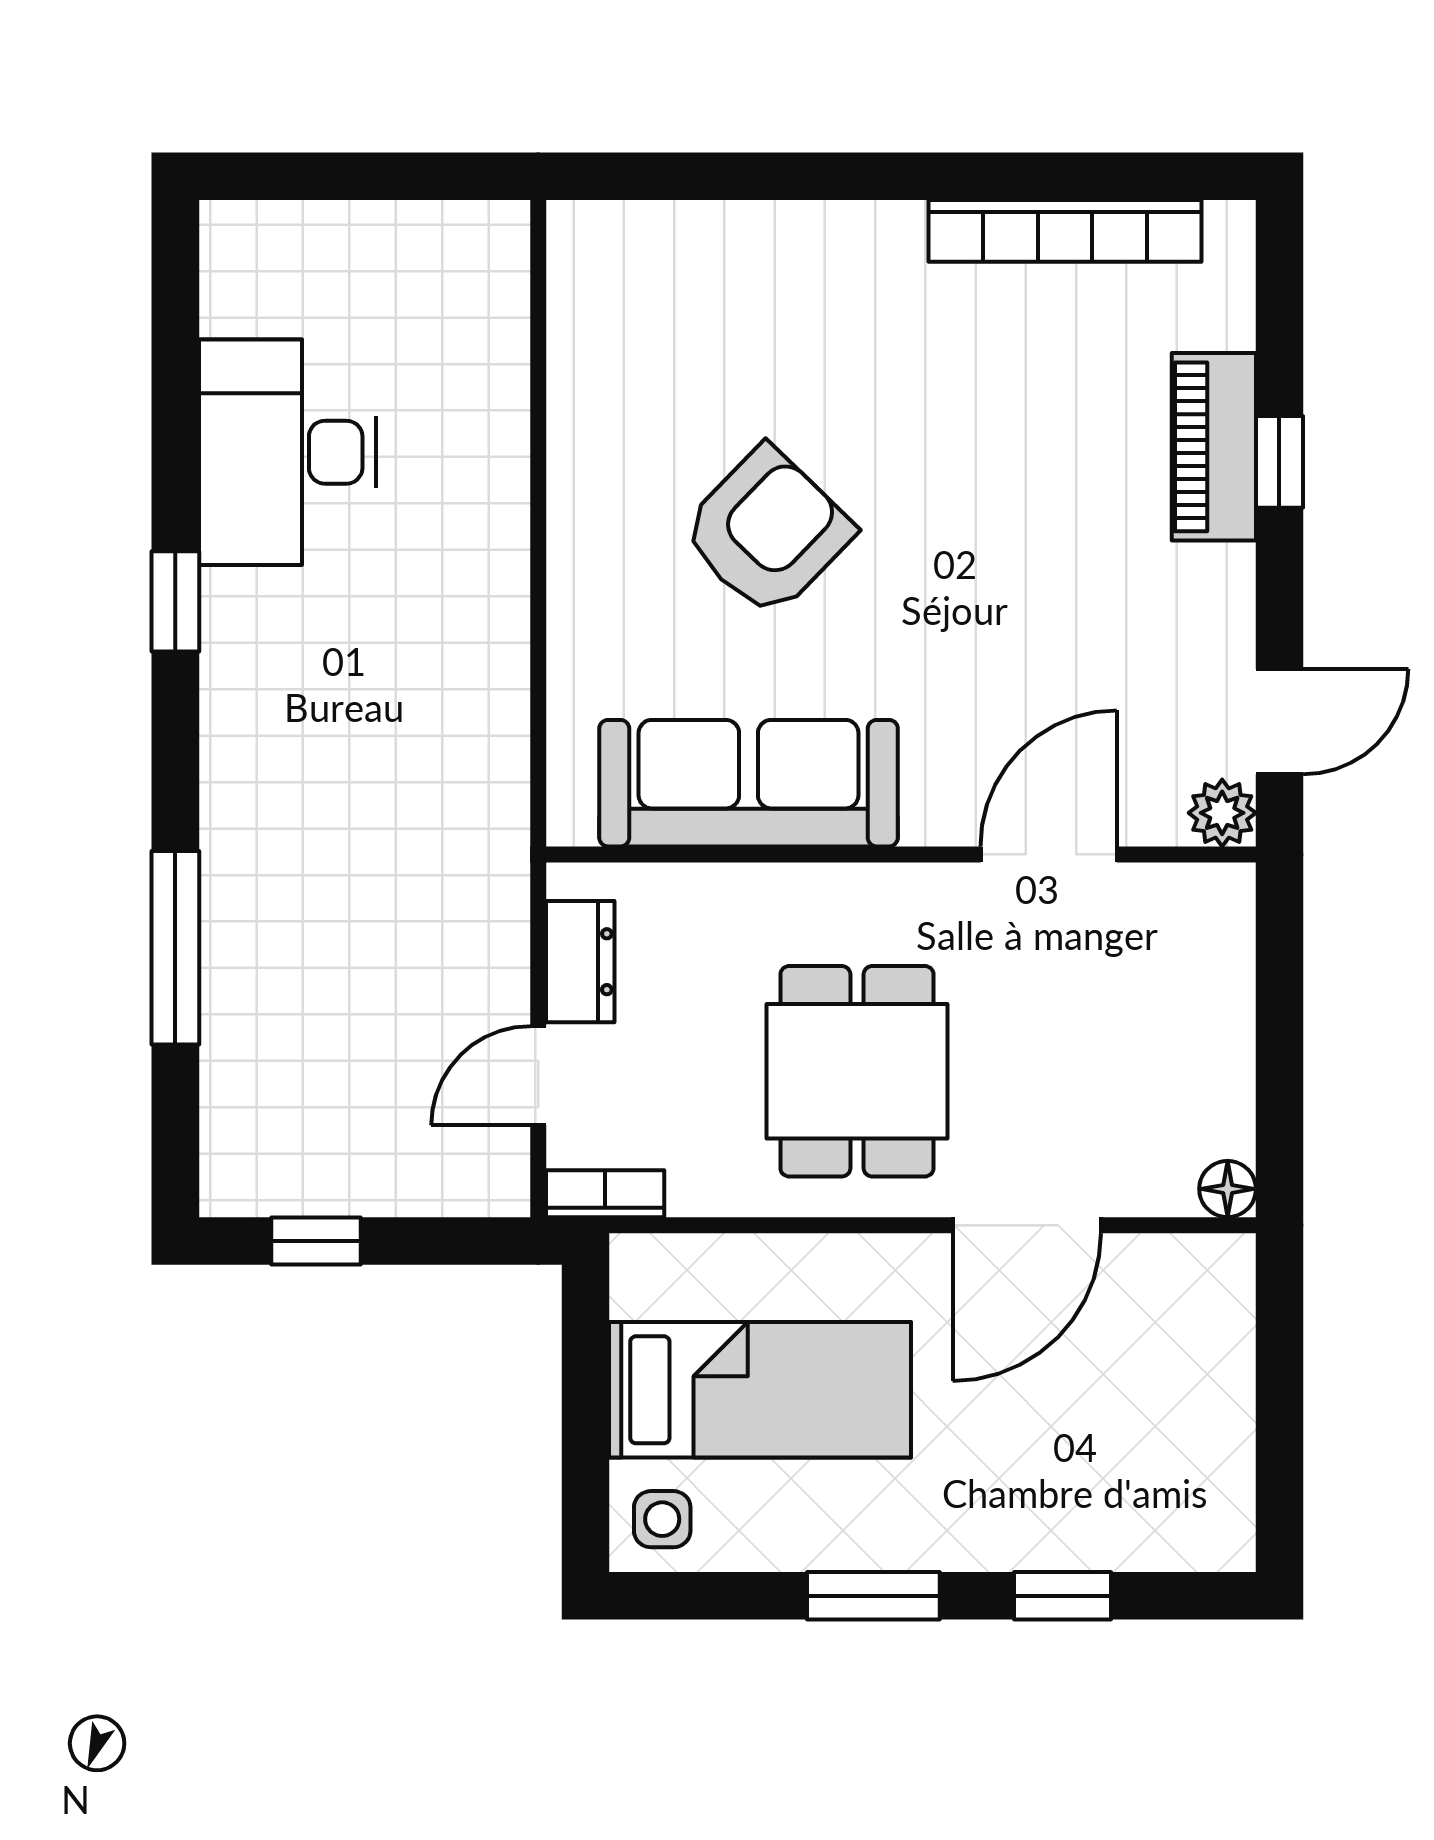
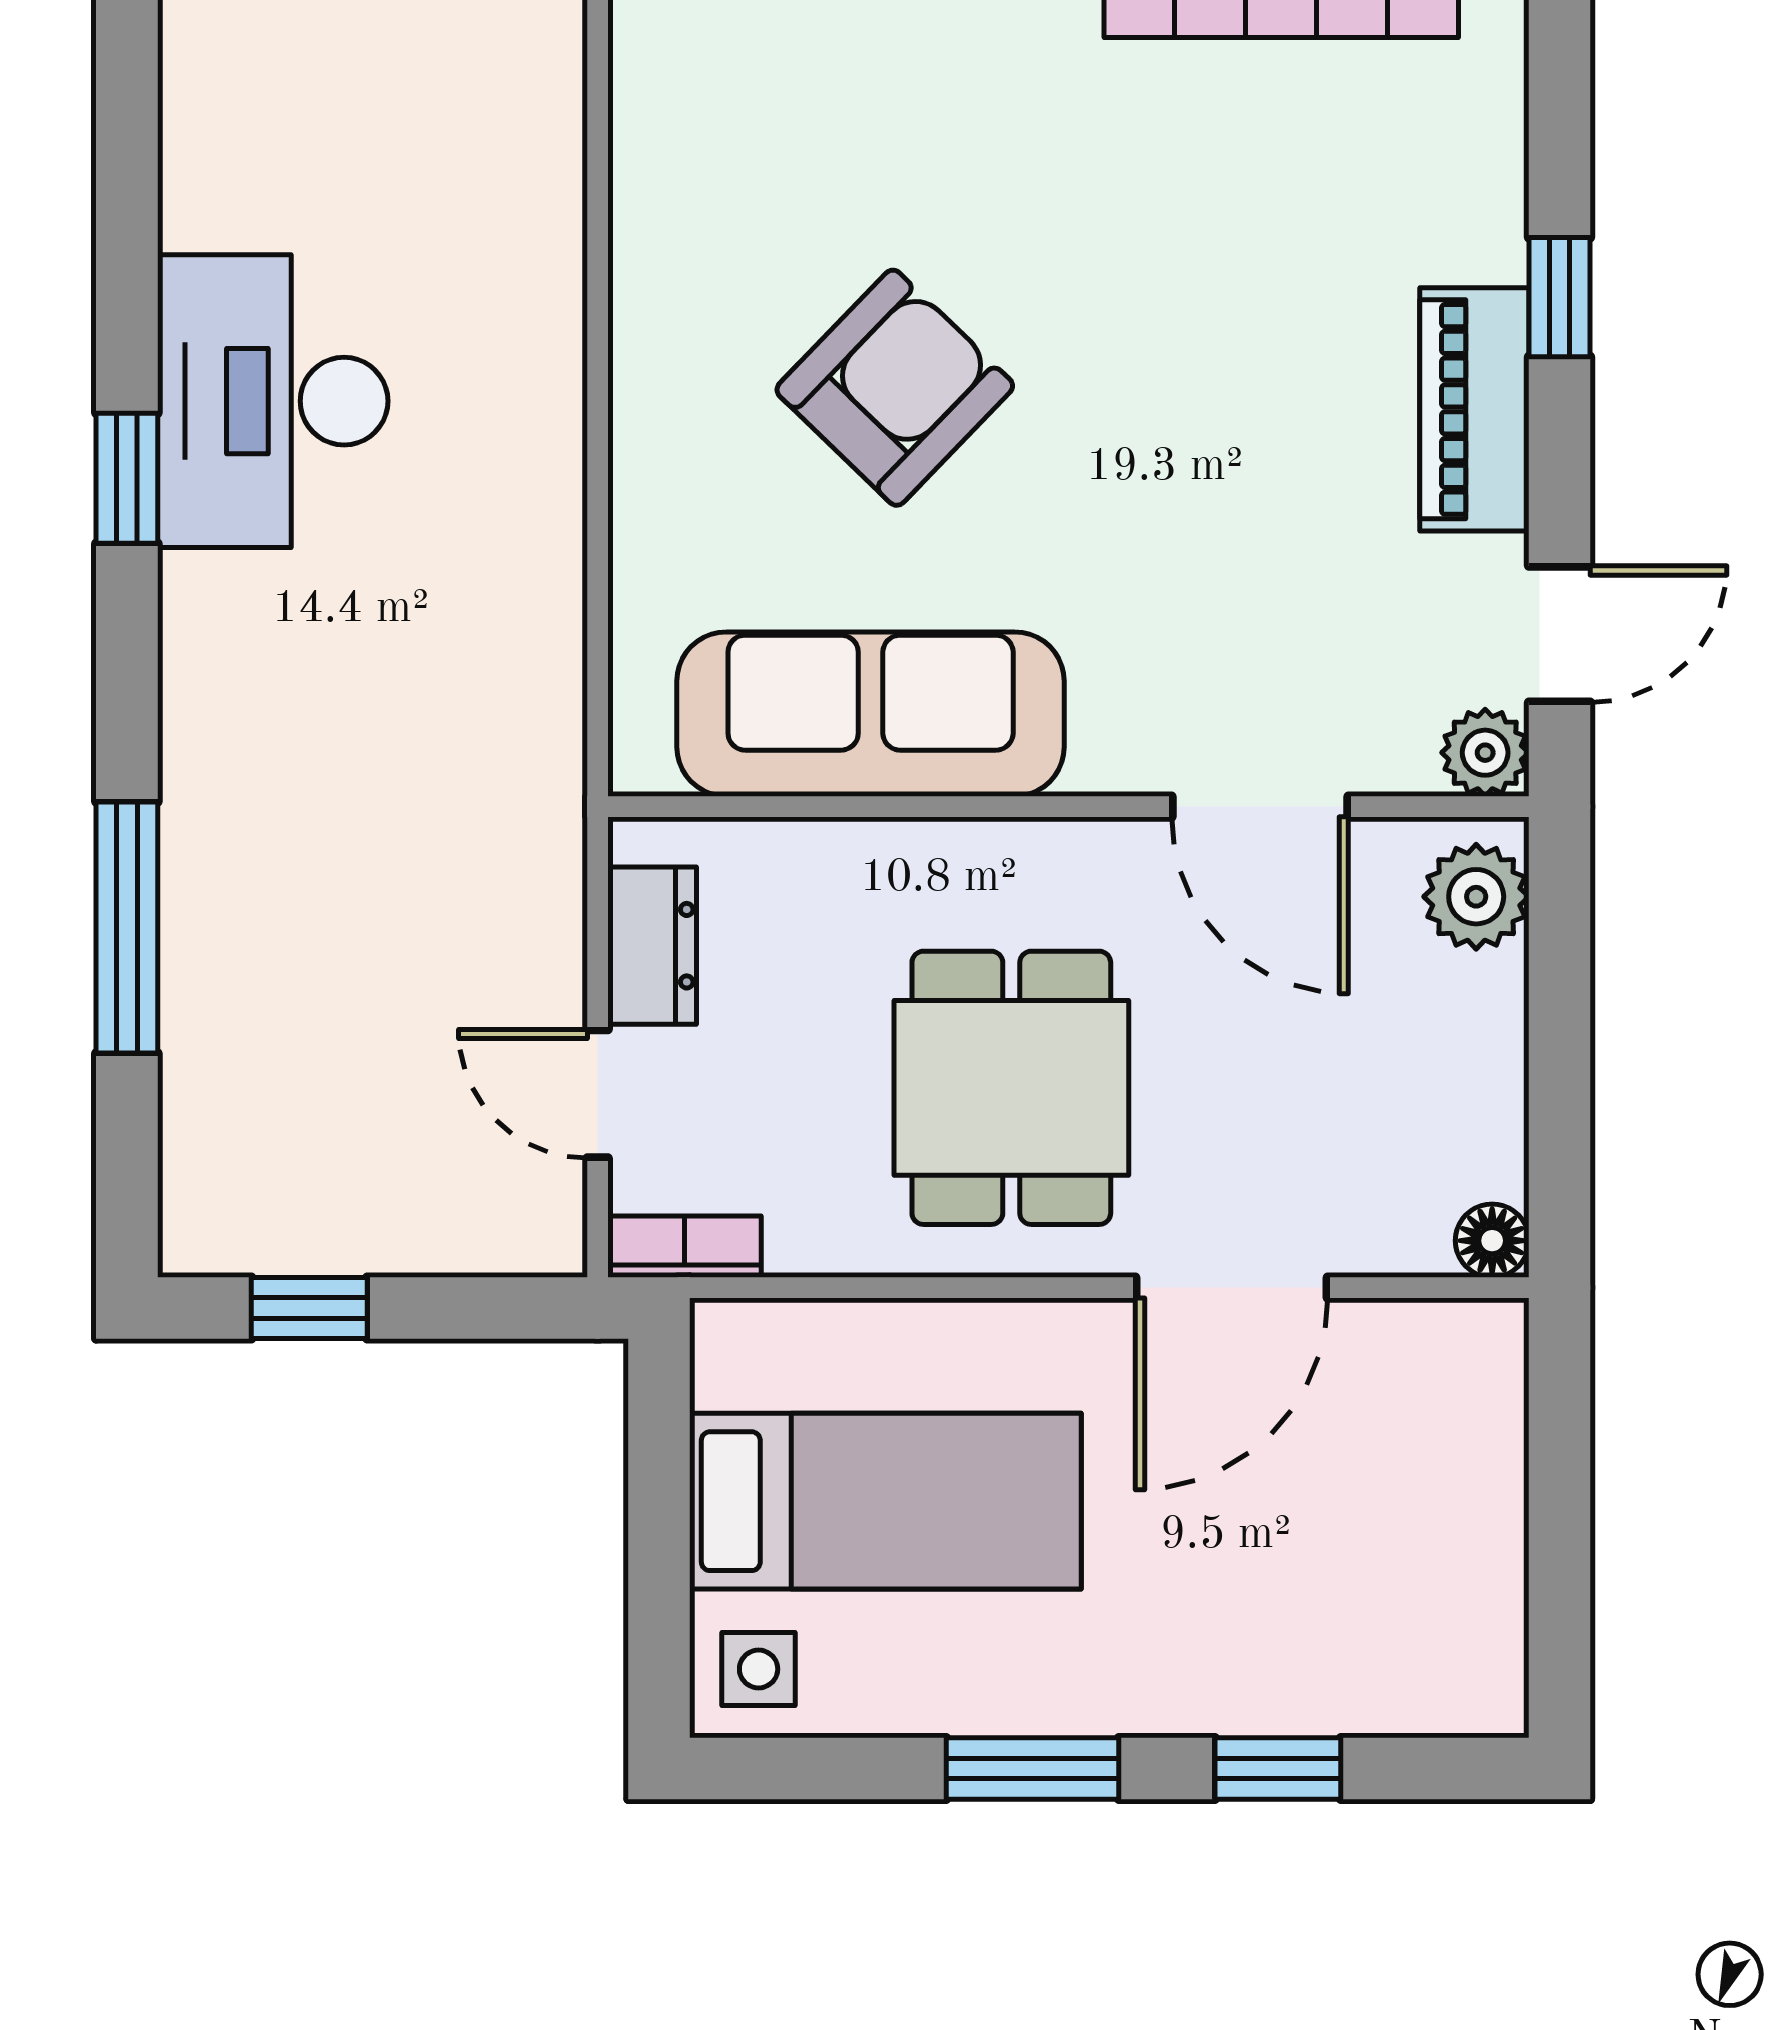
piano: (1214, 447) -> (1474, 409), moved
desk: (288, 452) -> (273, 401), moved
door: (1049, 854) -> (1260, 807), swing flipped
plant: (1215, 924) -> (1476, 897), added
door: (538, 1076) -> (598, 1094), hinge flipped

